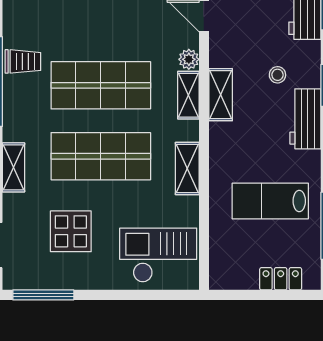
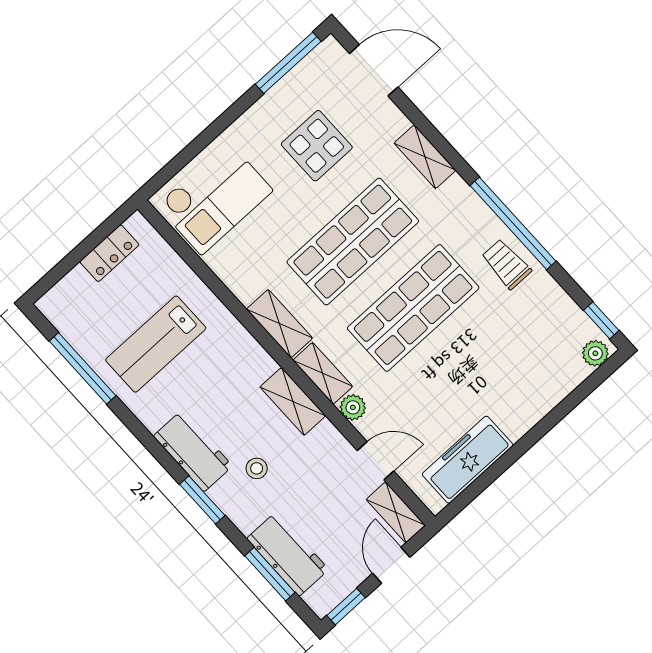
trolley: (23, 61) -> (506, 264), turned 90
shelving: (187, 168) -> (279, 324), moved
lab bench: (270, 201) -> (156, 344), turned 180
locker: (281, 279) -> (109, 253), moved

